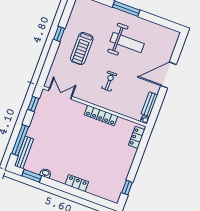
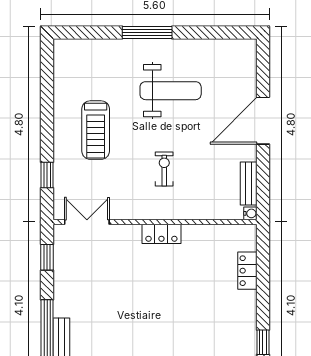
window: (59, 34) -> (47, 175), moved
locker: (101, 115) -> (161, 234), width x0.66
locker: (137, 137) -> (247, 271), moved

